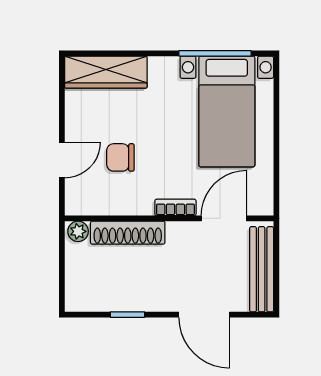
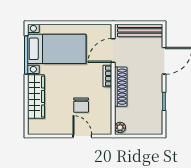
wardrobe: (106, 72) -> (36, 96), moved
door: (224, 218) -> (113, 50), hinge flipped
shoe rack: (128, 233) -> (121, 87), moved

